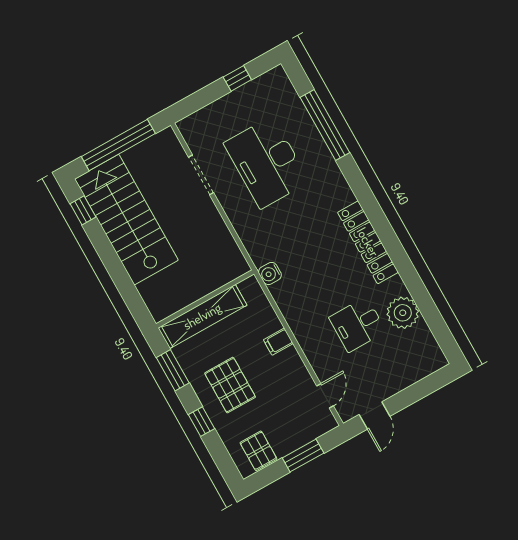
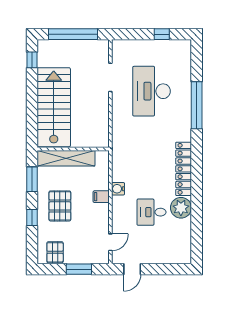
window: (325, 125) -> (197, 105), moved
stairs: (126, 220) -> (54, 107), moved
water cooler: (270, 273) -> (118, 189), moved
plant: (403, 313) -> (181, 208), moved

